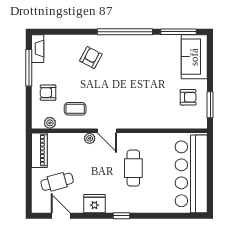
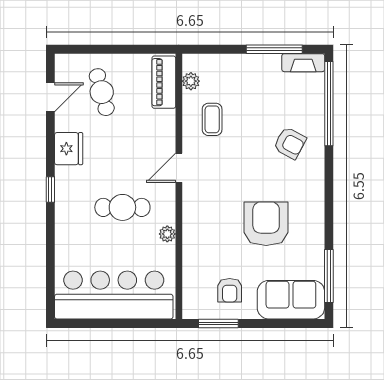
window: (125, 32) -> (329, 104), moved
armchair: (48, 93) -> (266, 224), moved, width x1.88, depth x1.88
plant: (90, 138) -> (167, 234), moved
piano: (39, 150) -> (164, 82), moved, turned 90

